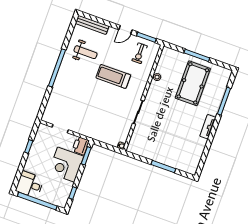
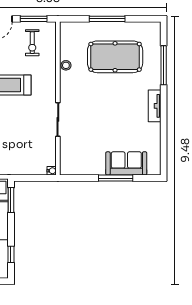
pool table: (193, 83) -> (115, 57), turned 90
sofa: (174, 159) -> (126, 163), added

